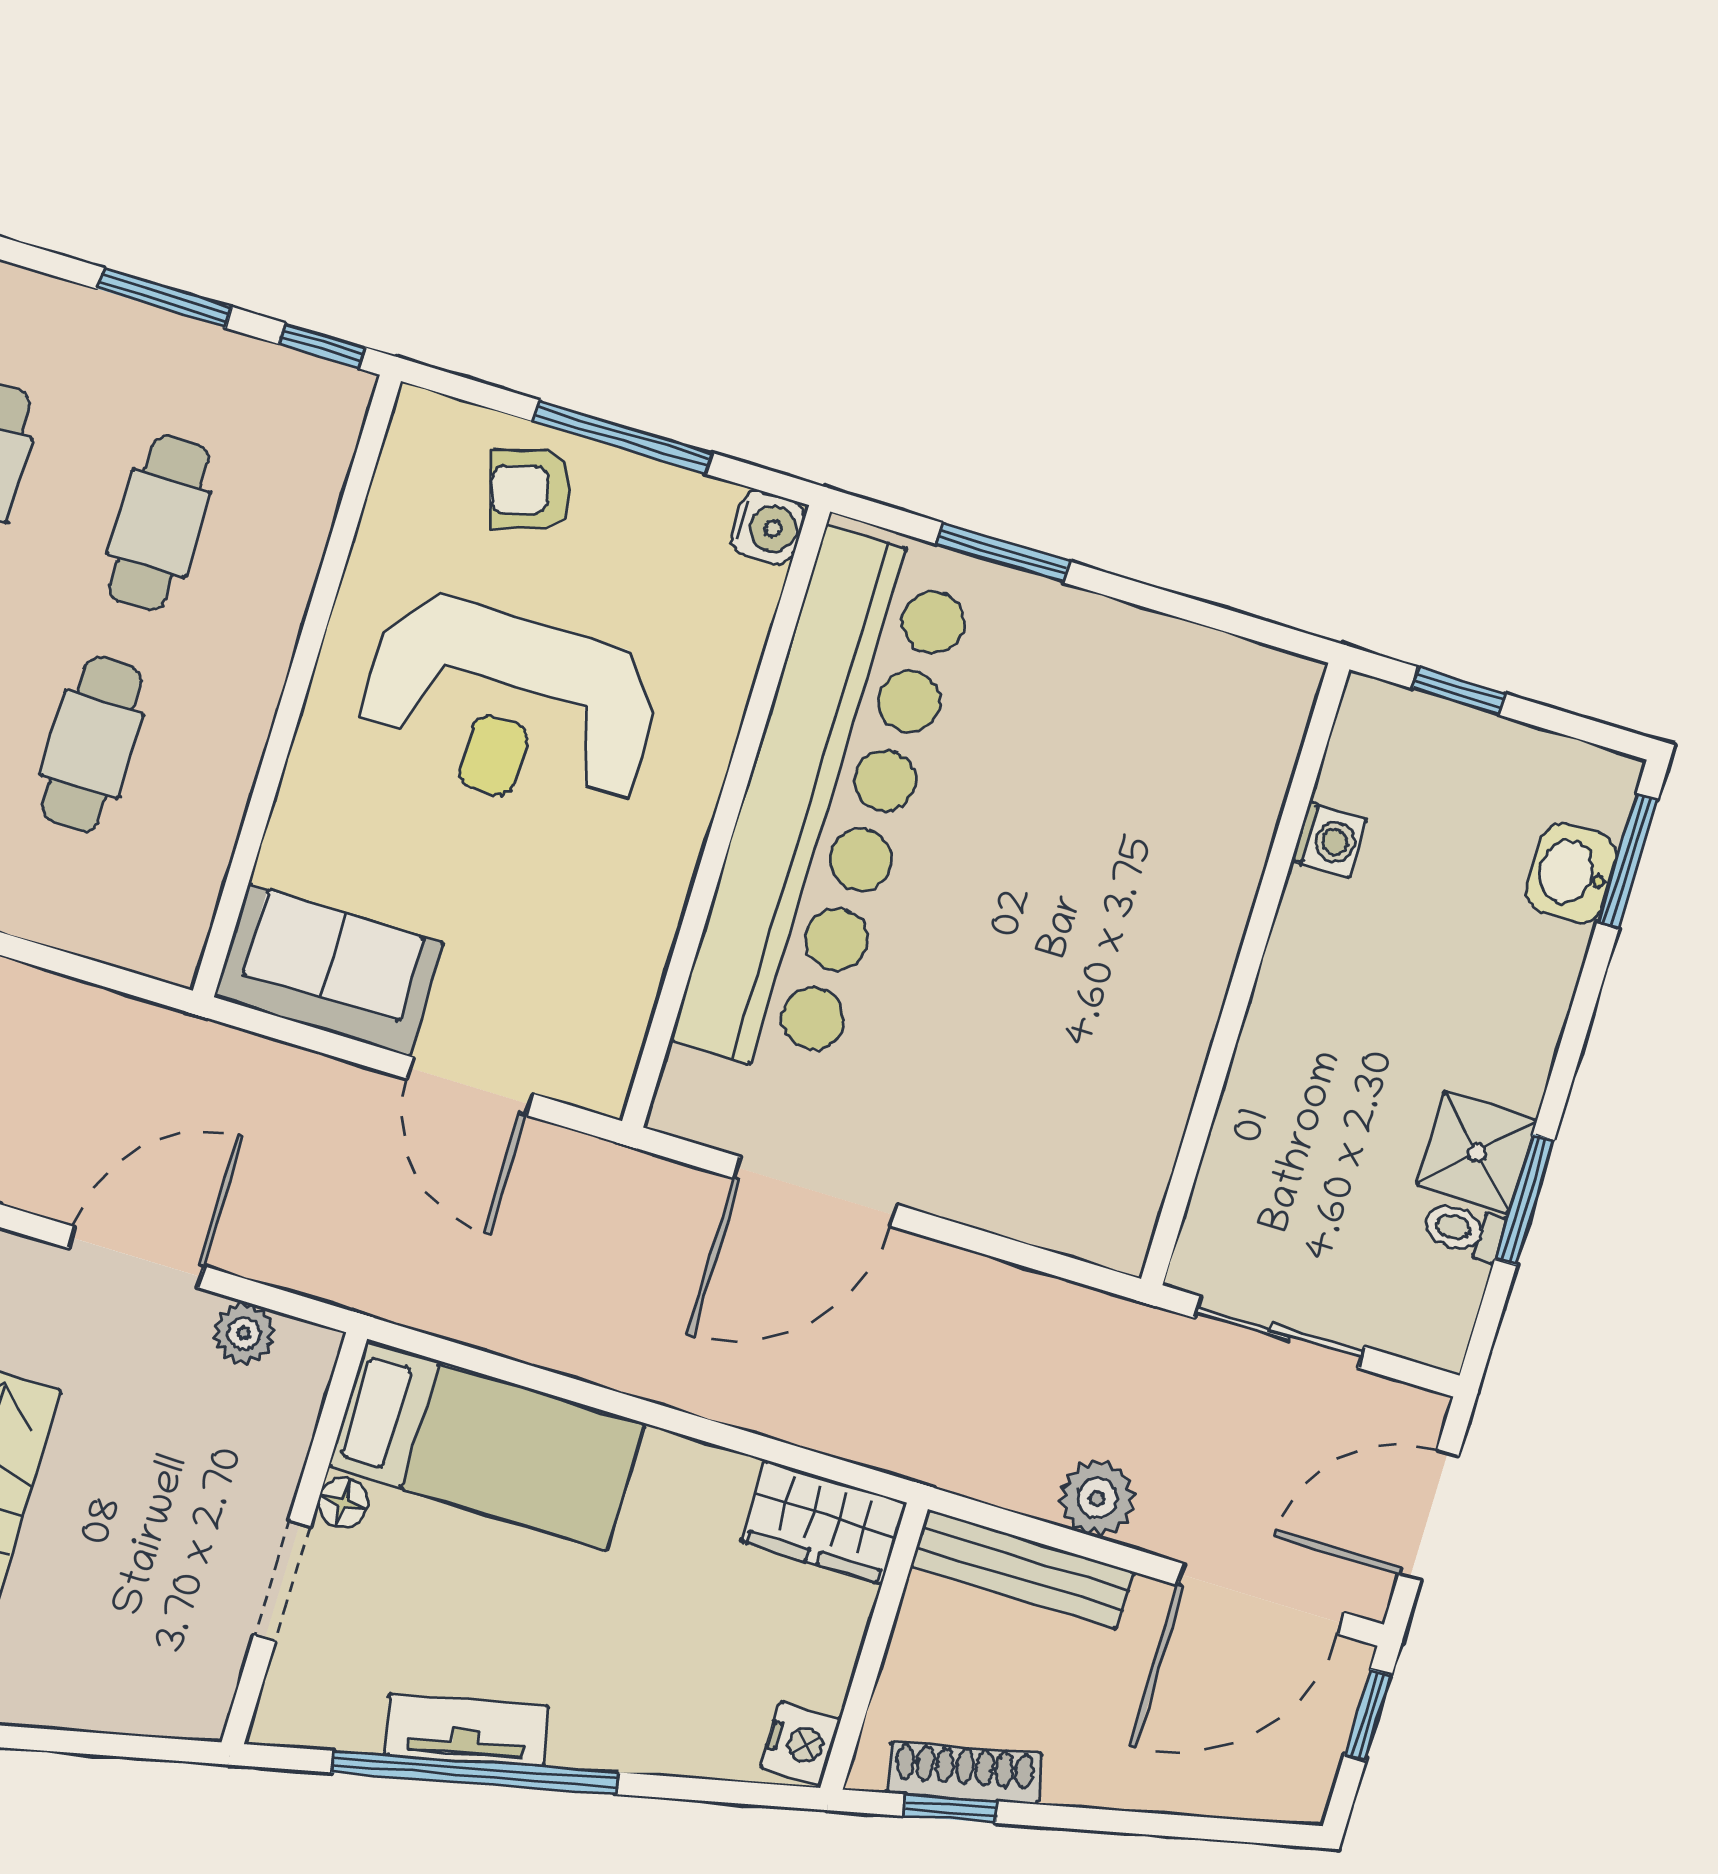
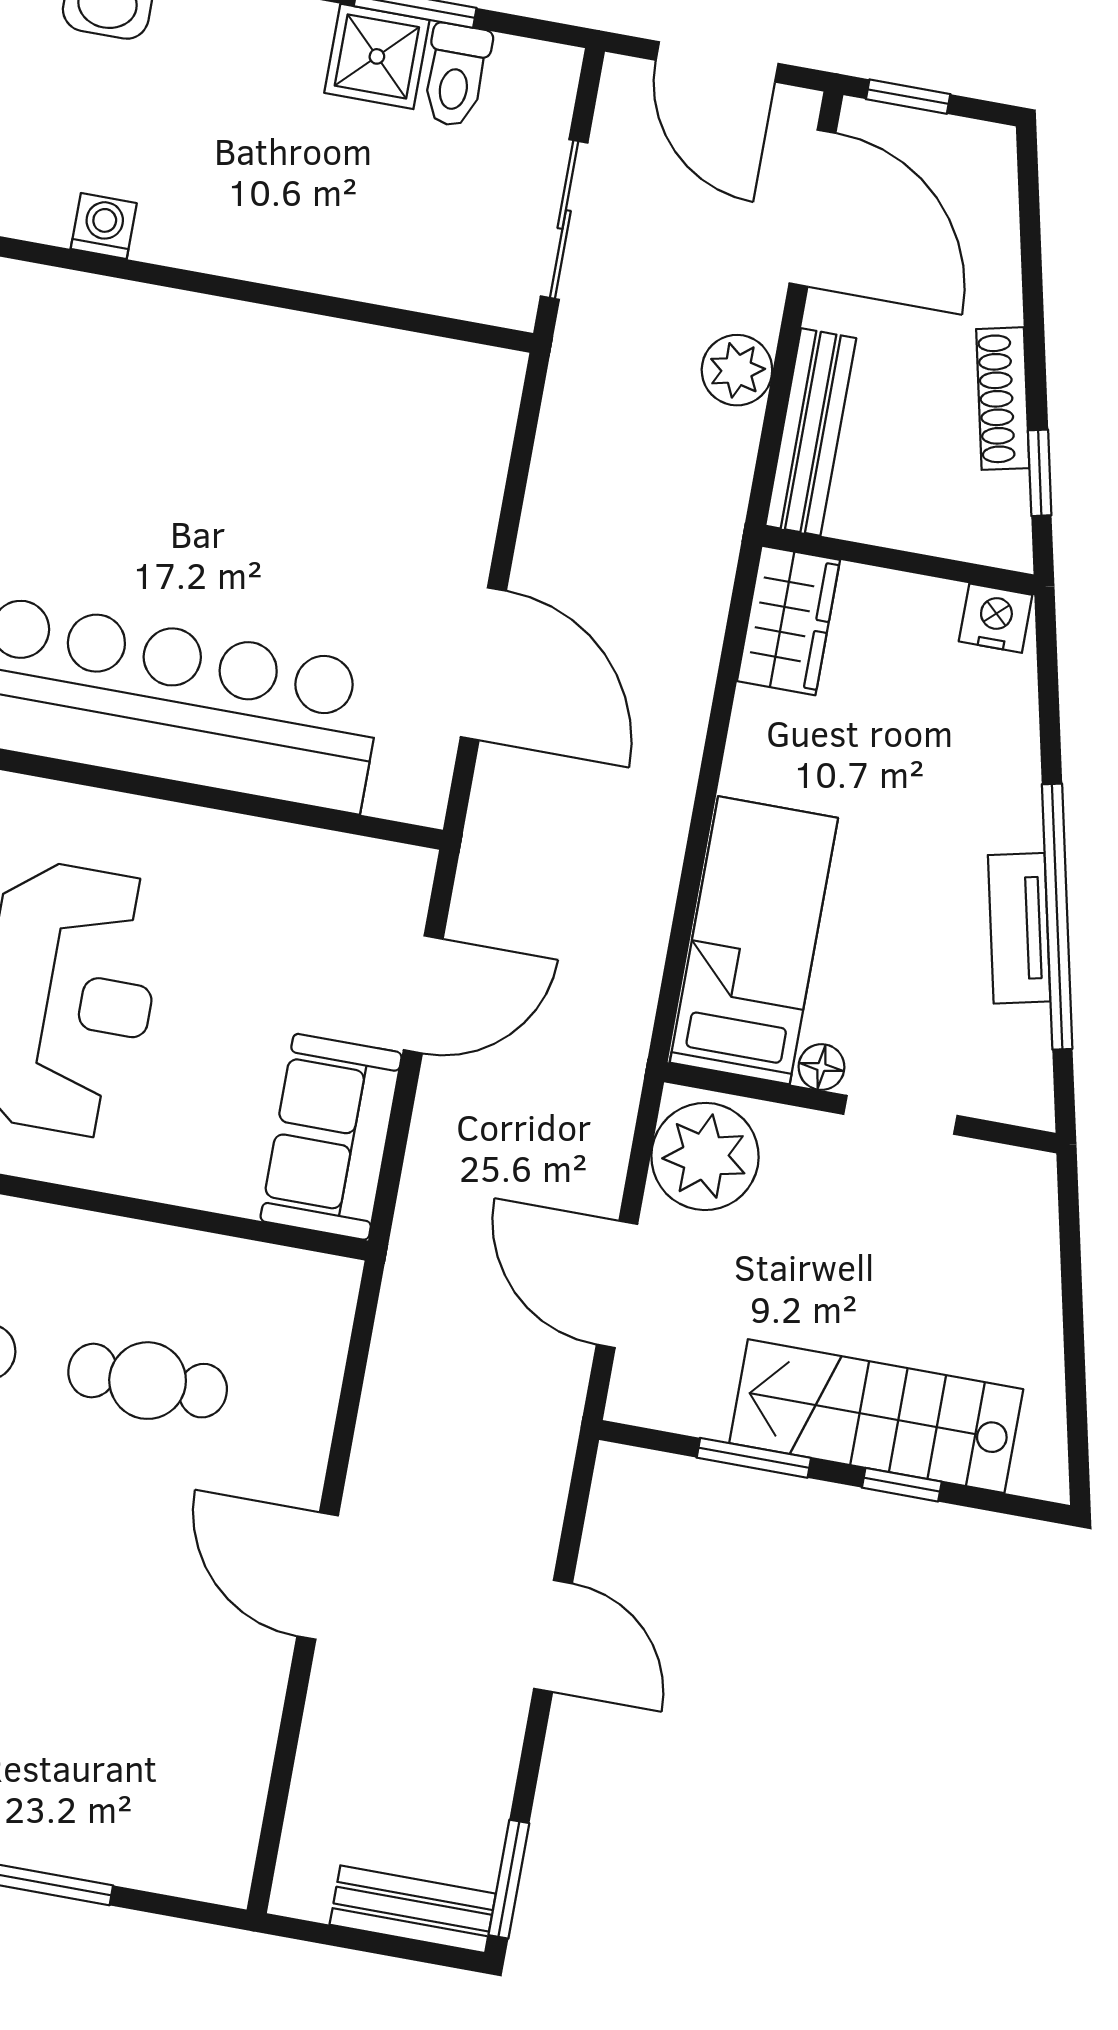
toilet: (1464, 1230) -> (456, 75), width x1.37, depth x1.39
plant: (244, 1333) -> (705, 1156), width x1.87, depth x1.87
shoe rack: (964, 1773) -> (1003, 399), moved

